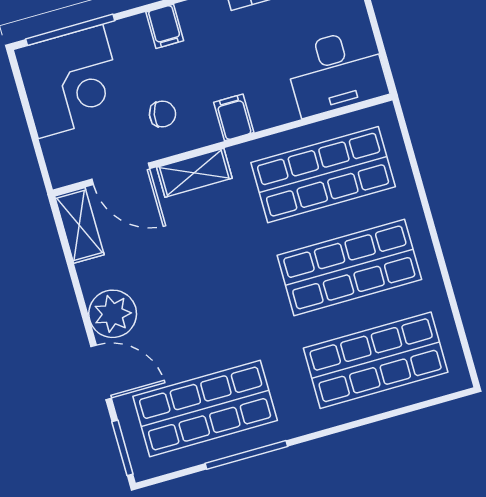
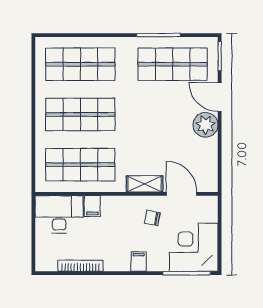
filing cabinet: (234, 117) -> (92, 206), moved
shelving: (79, 225) -> (210, 174), removed

